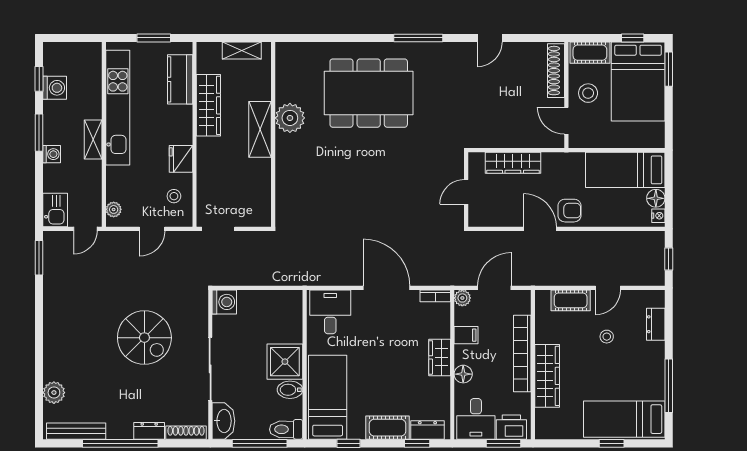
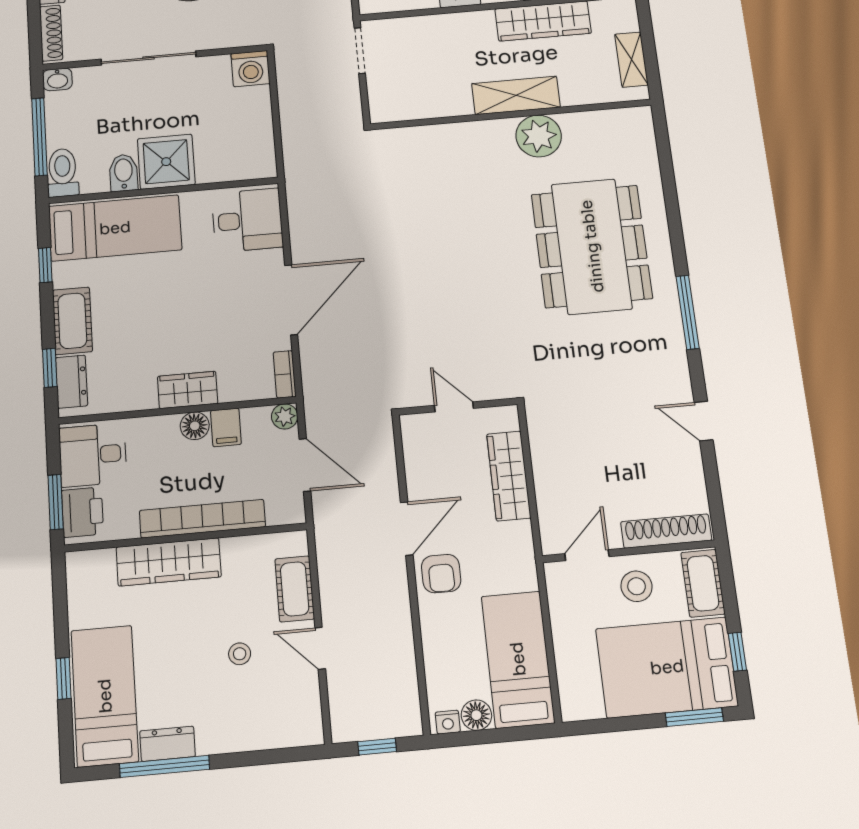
dresser: (656, 324) -> (167, 744), moved
floor lamp: (463, 374) -> (195, 426), moved
washbasin: (223, 421) -> (57, 79), width x0.52, depth x0.69

